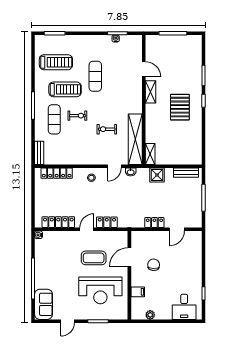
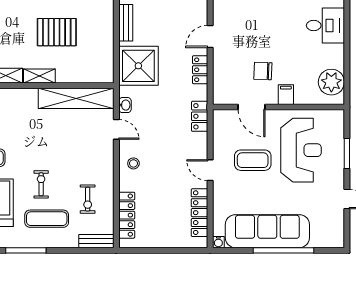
pallet: (180, 107) -> (57, 32), moved
exercise bike: (107, 129) -> (88, 199), moved
shelving: (150, 154) -> (39, 76), moved
shower: (157, 175) -> (138, 66), width x1.86, depth x1.86
locker: (107, 222) -> (200, 116), moved
door: (177, 229) -> (210, 36), swing flipped
coffee table: (94, 258) -> (253, 160), turned 90
filing cabinet: (138, 292) -> (286, 95), moved
sofa: (43, 304) -> (267, 231), moved, width x1.85, depth x1.27
plant: (150, 315) -> (331, 82), width x1.87, depth x1.87

